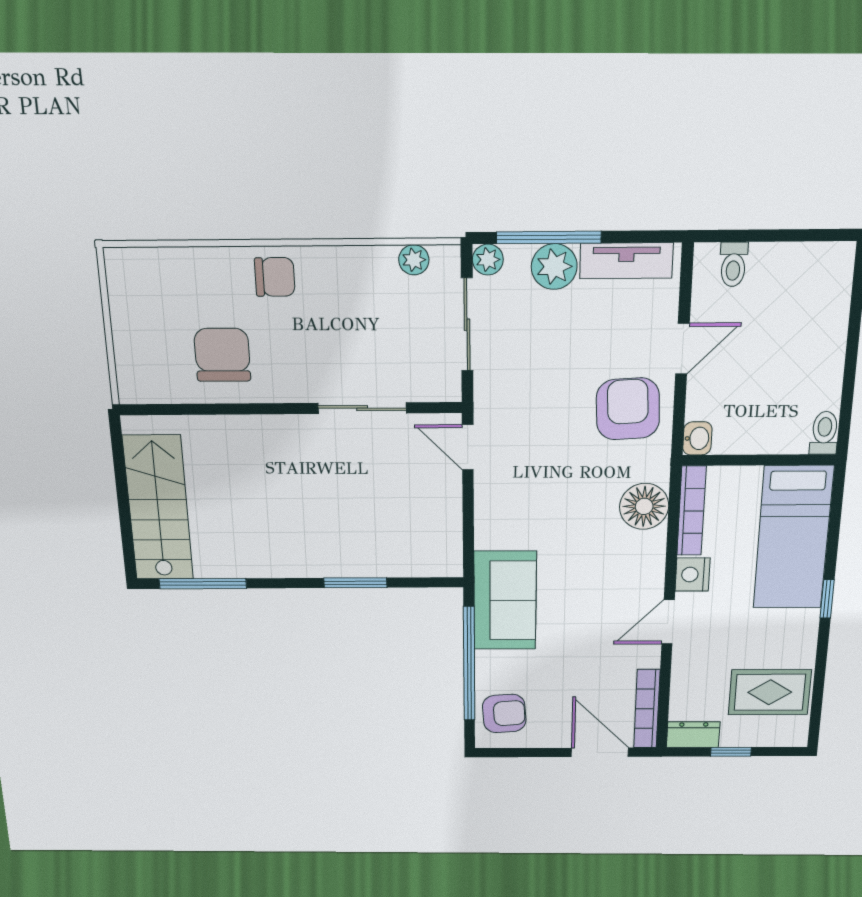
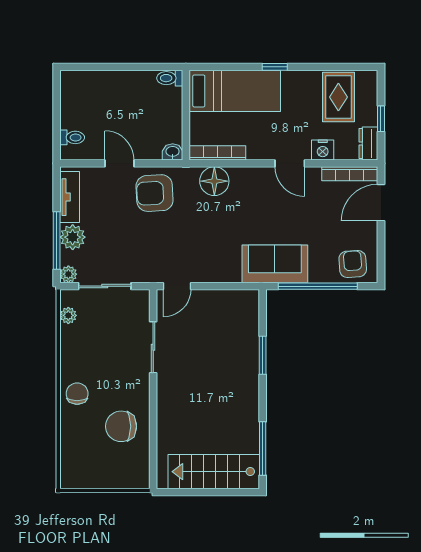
nightstand: (692, 574) -> (323, 150), moved

